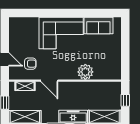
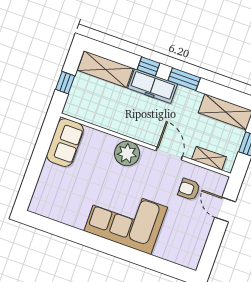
sofa: (98, 26) -> (65, 143), moved, turned 90
plant: (85, 72) -> (127, 153), moved

